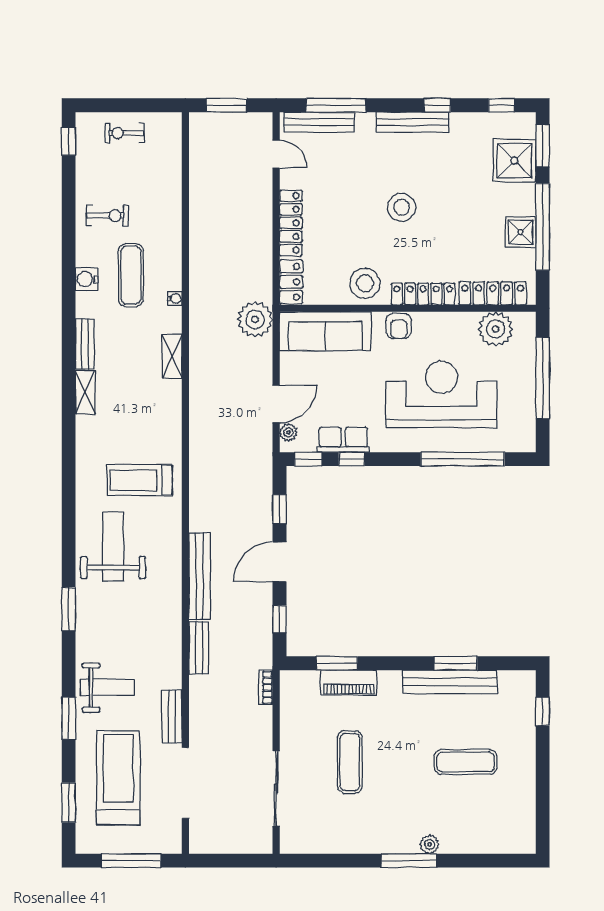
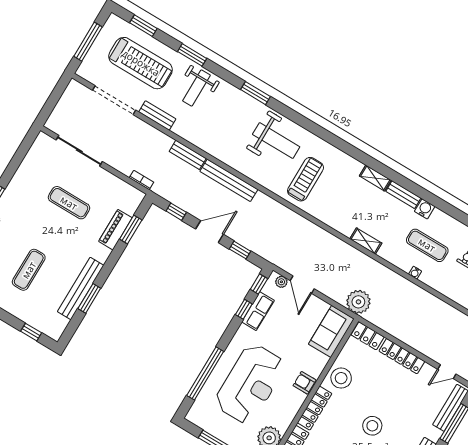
water cooler: (87, 279) -> (425, 209), moved
water cooler: (175, 299) -> (415, 273), moved
sofa: (325, 331) -> (331, 331), width x0.73
door: (280, 562) -> (209, 232), hinge flipped

